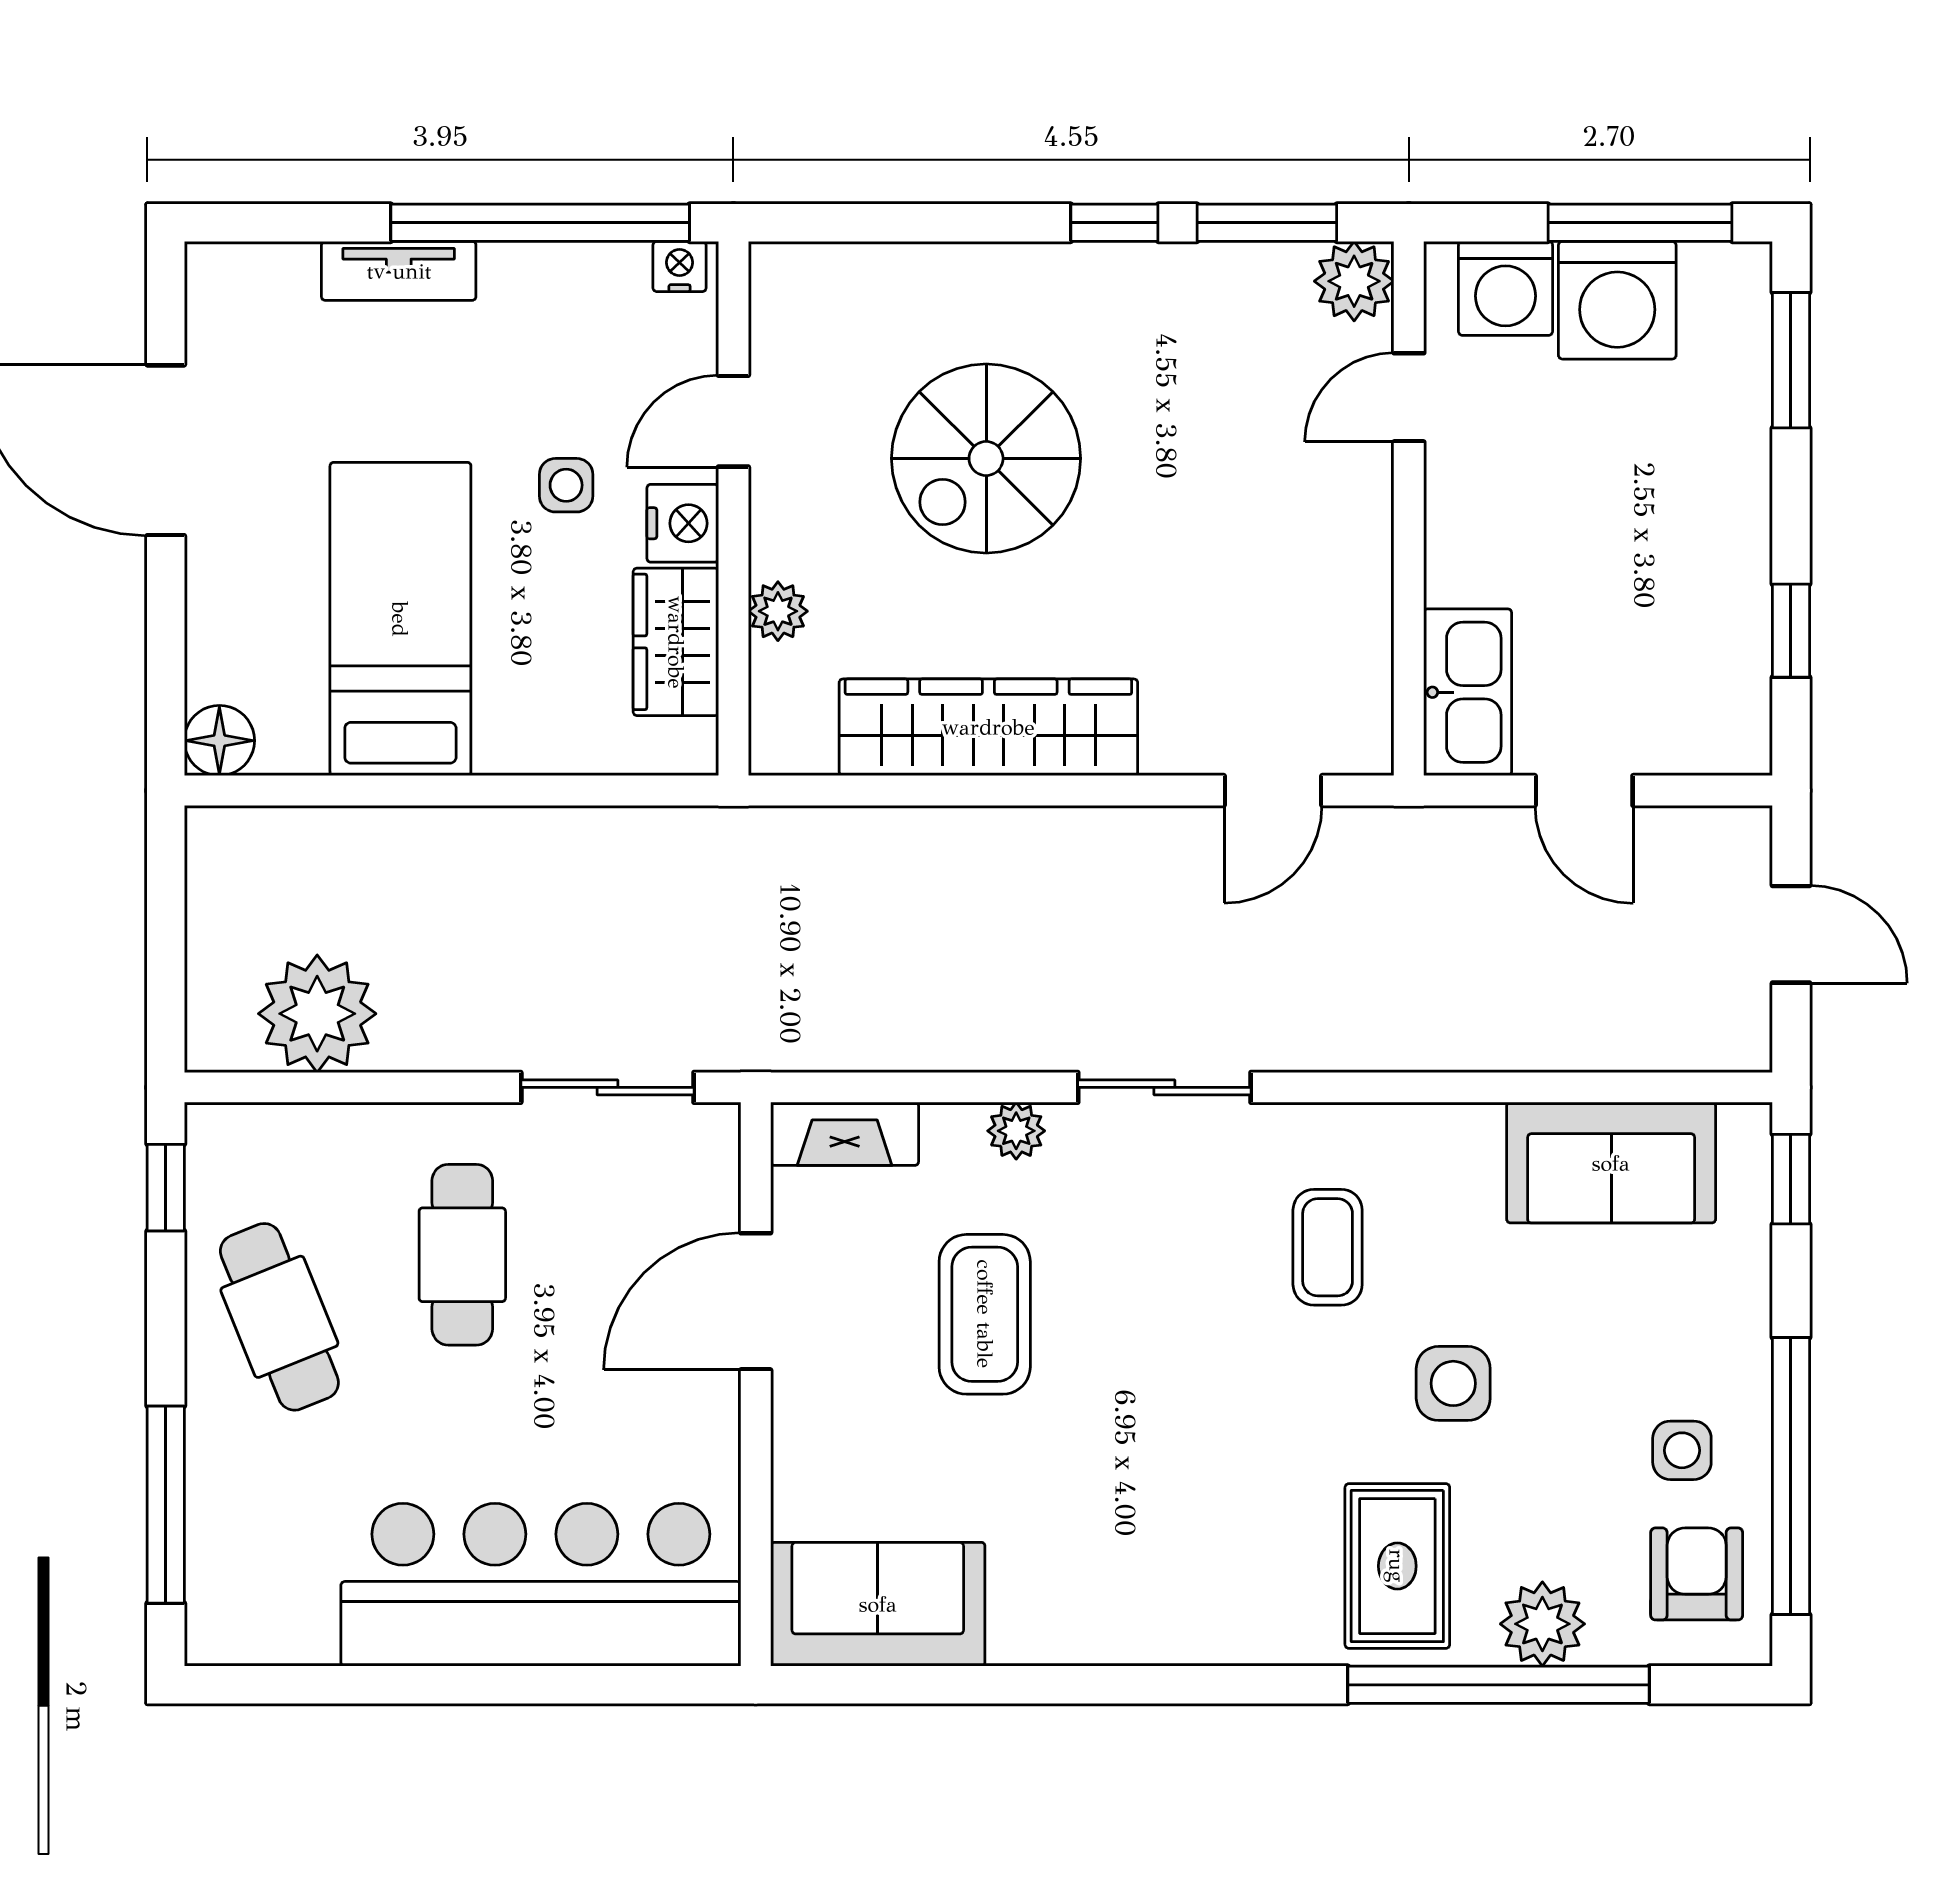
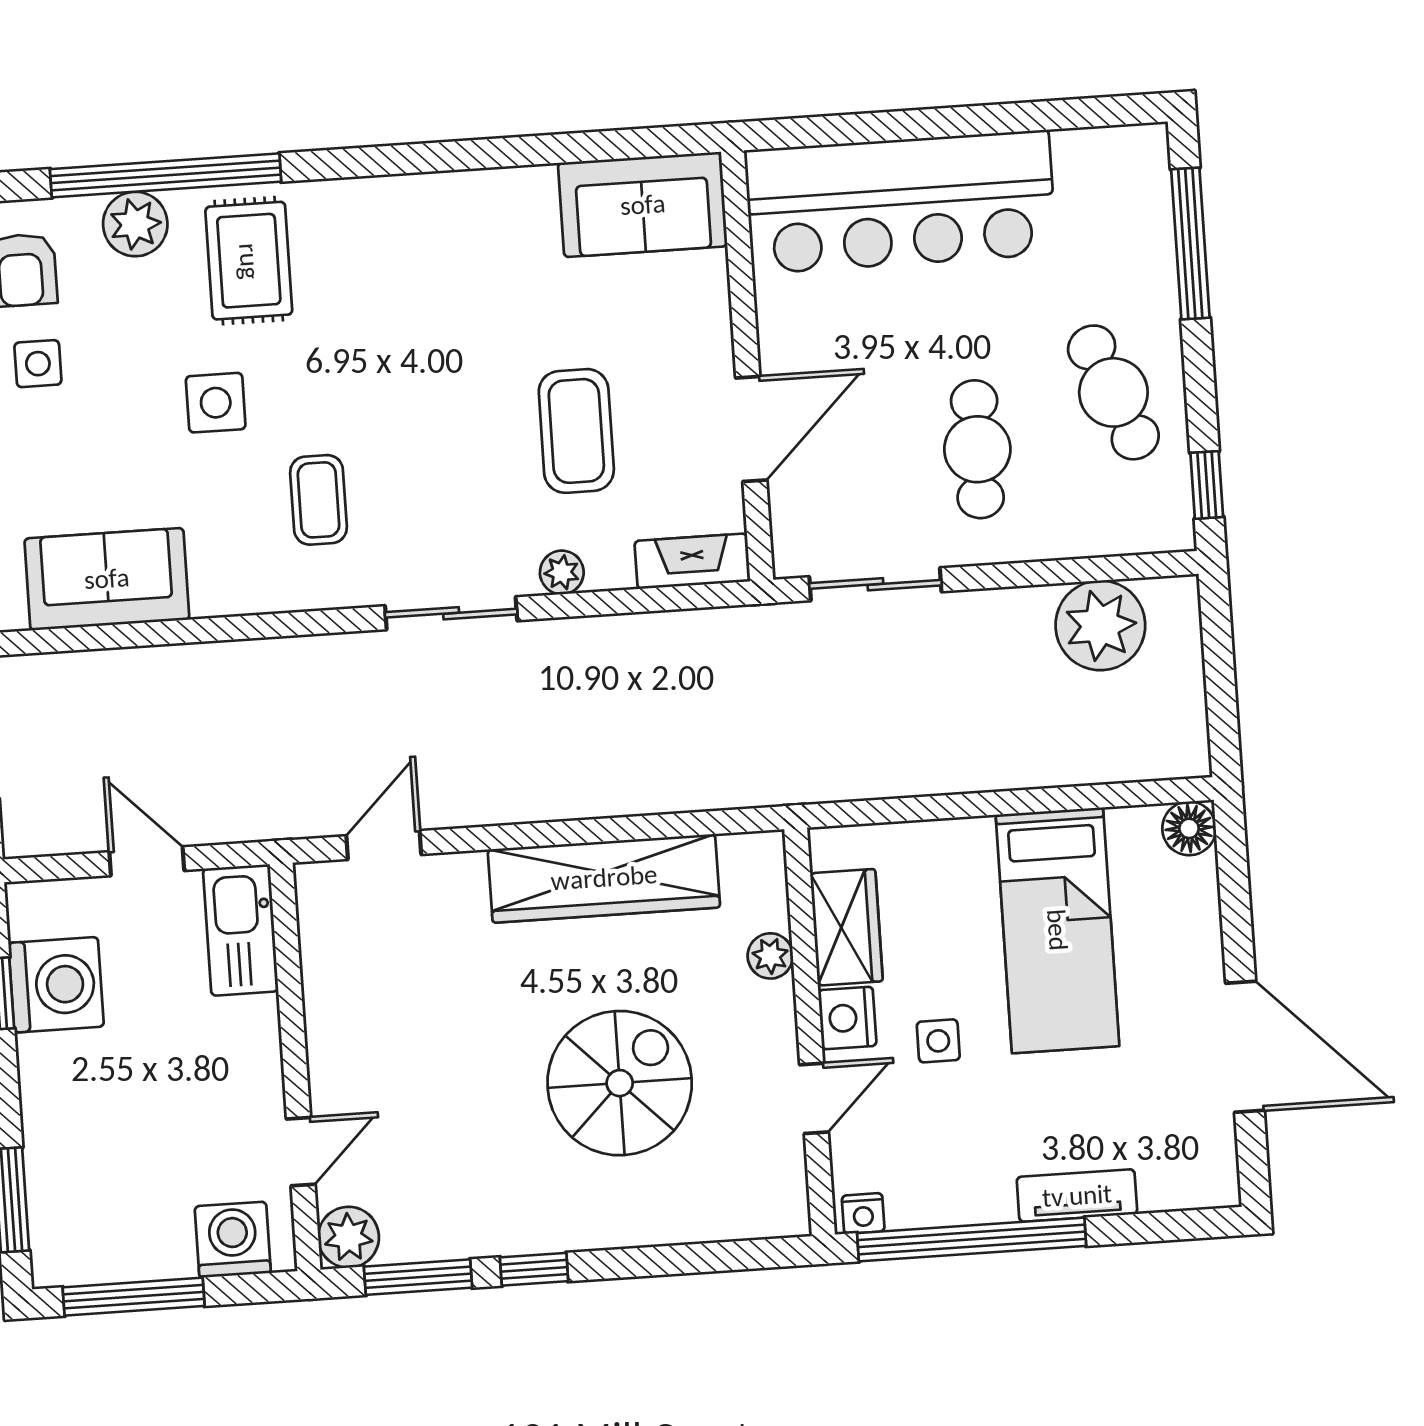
washing machine: (1617, 300) -> (56, 985), moved, turned 90

